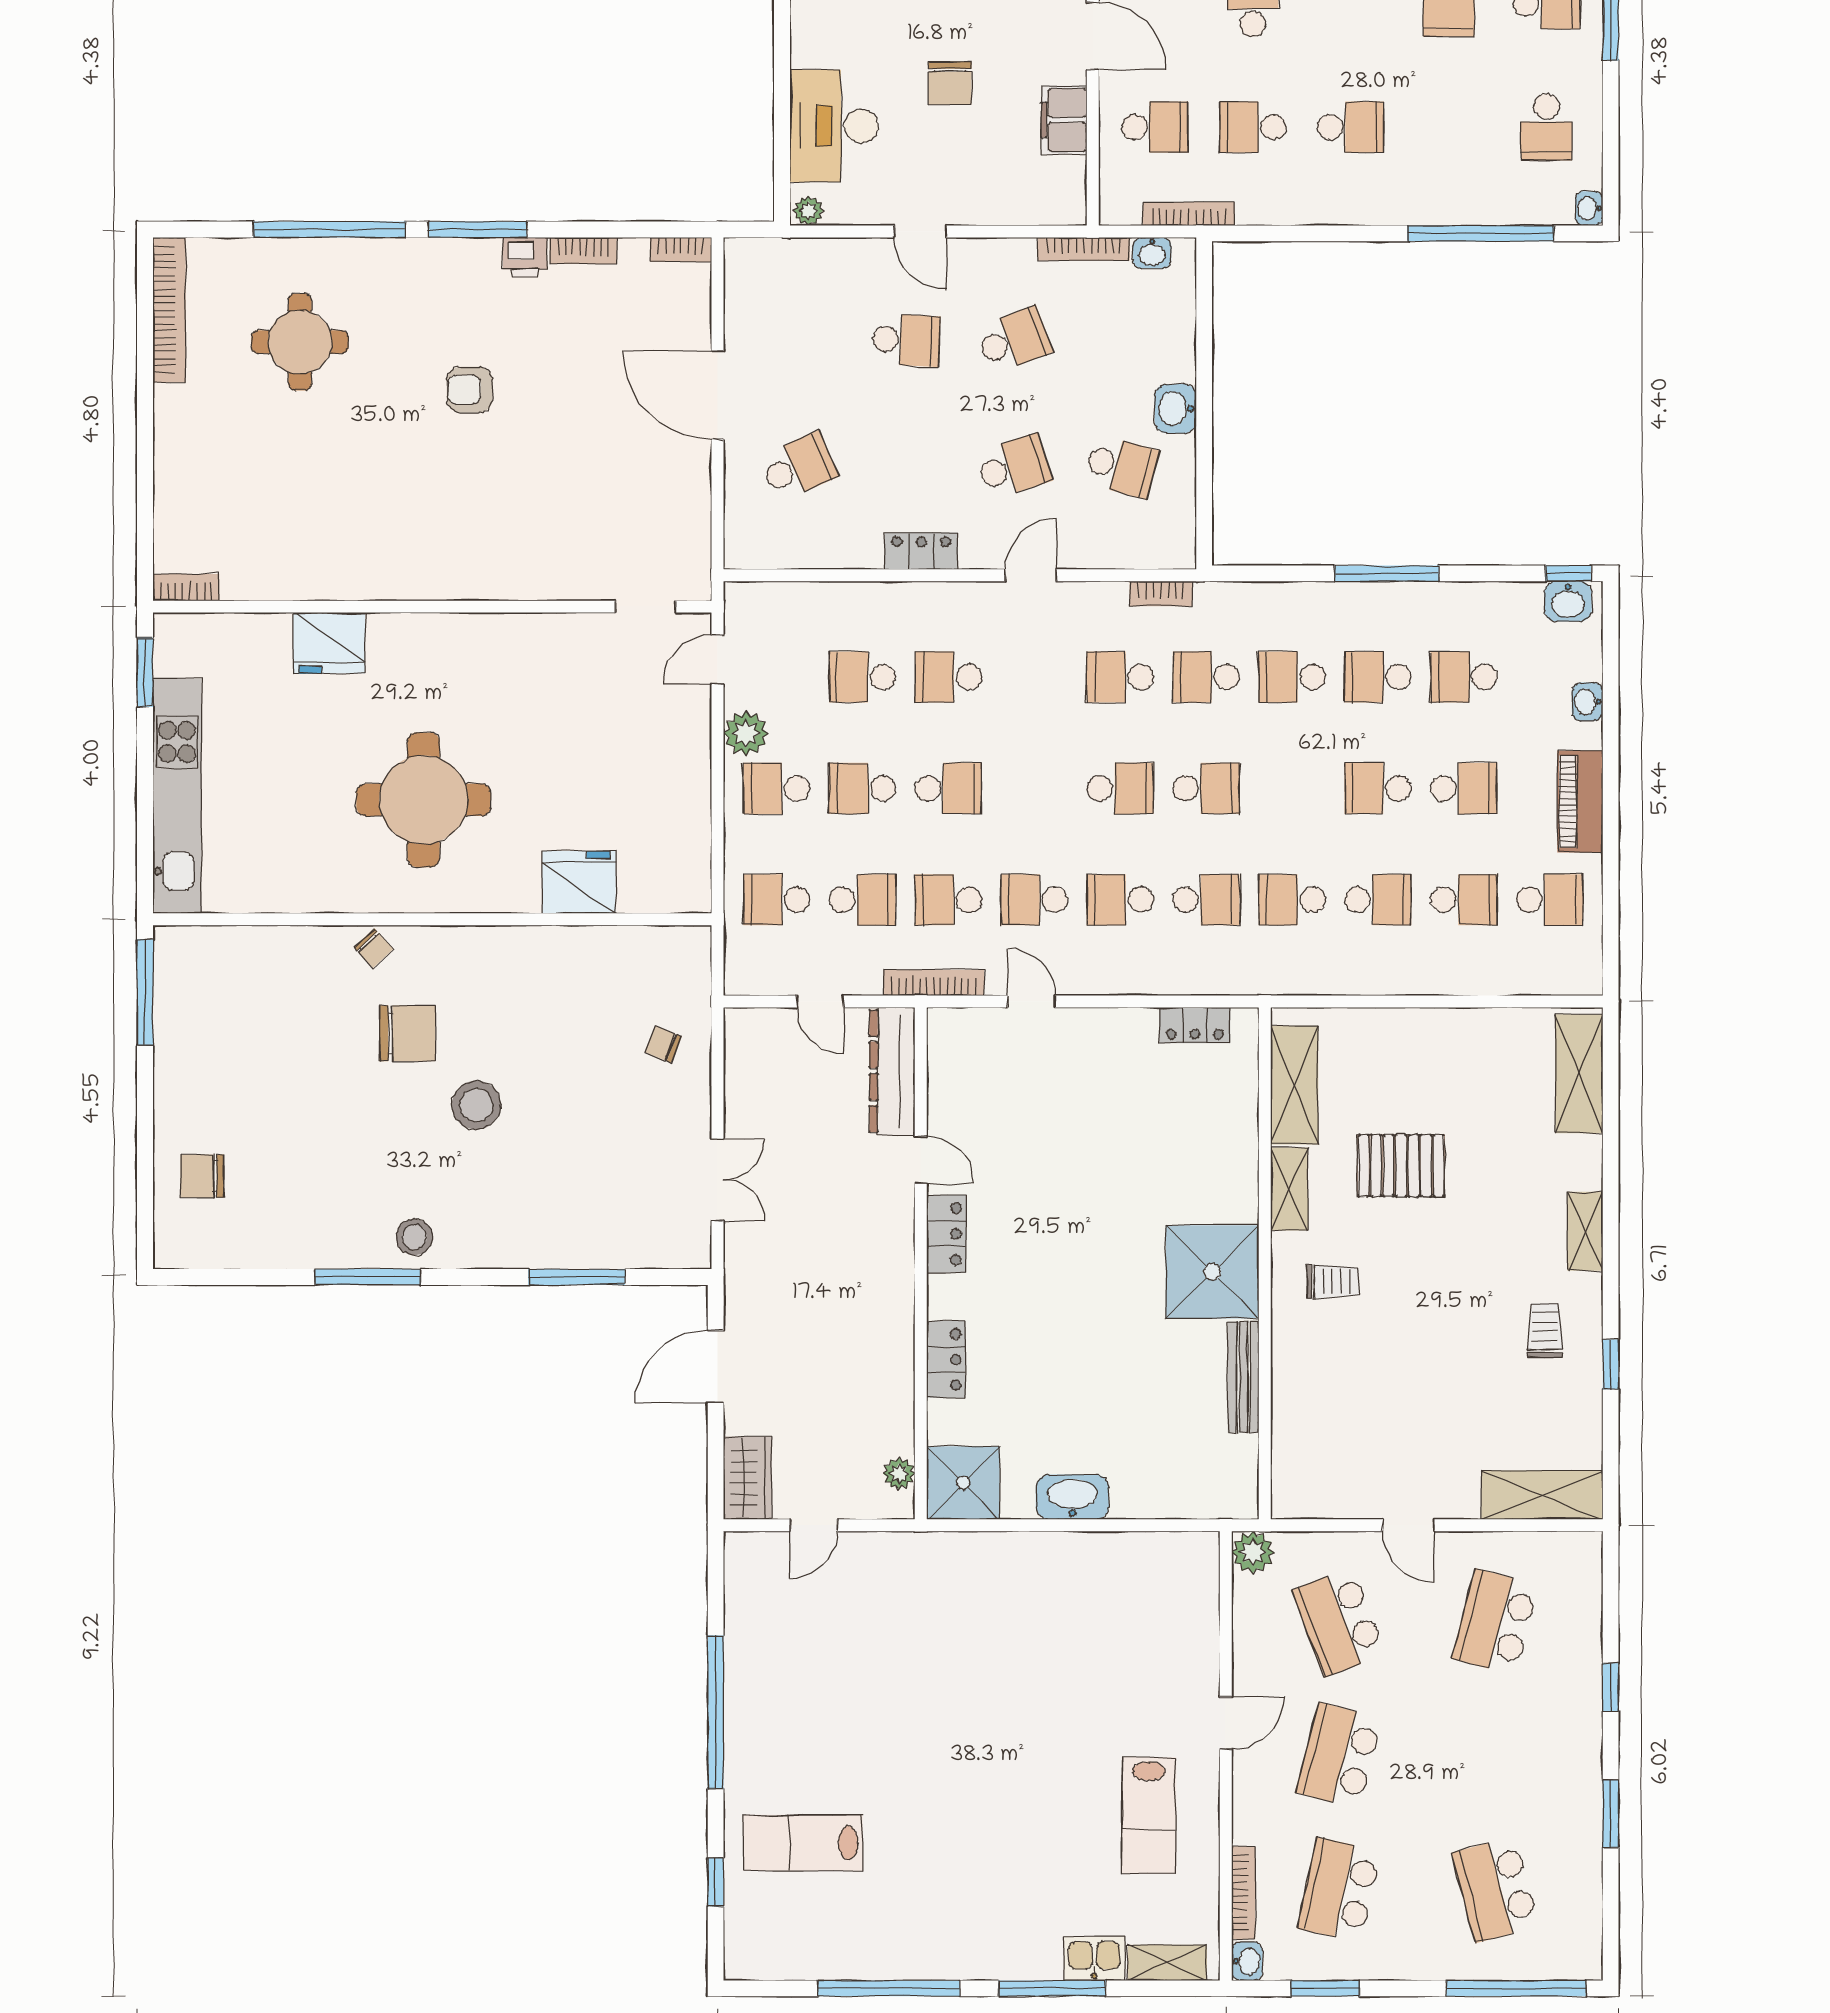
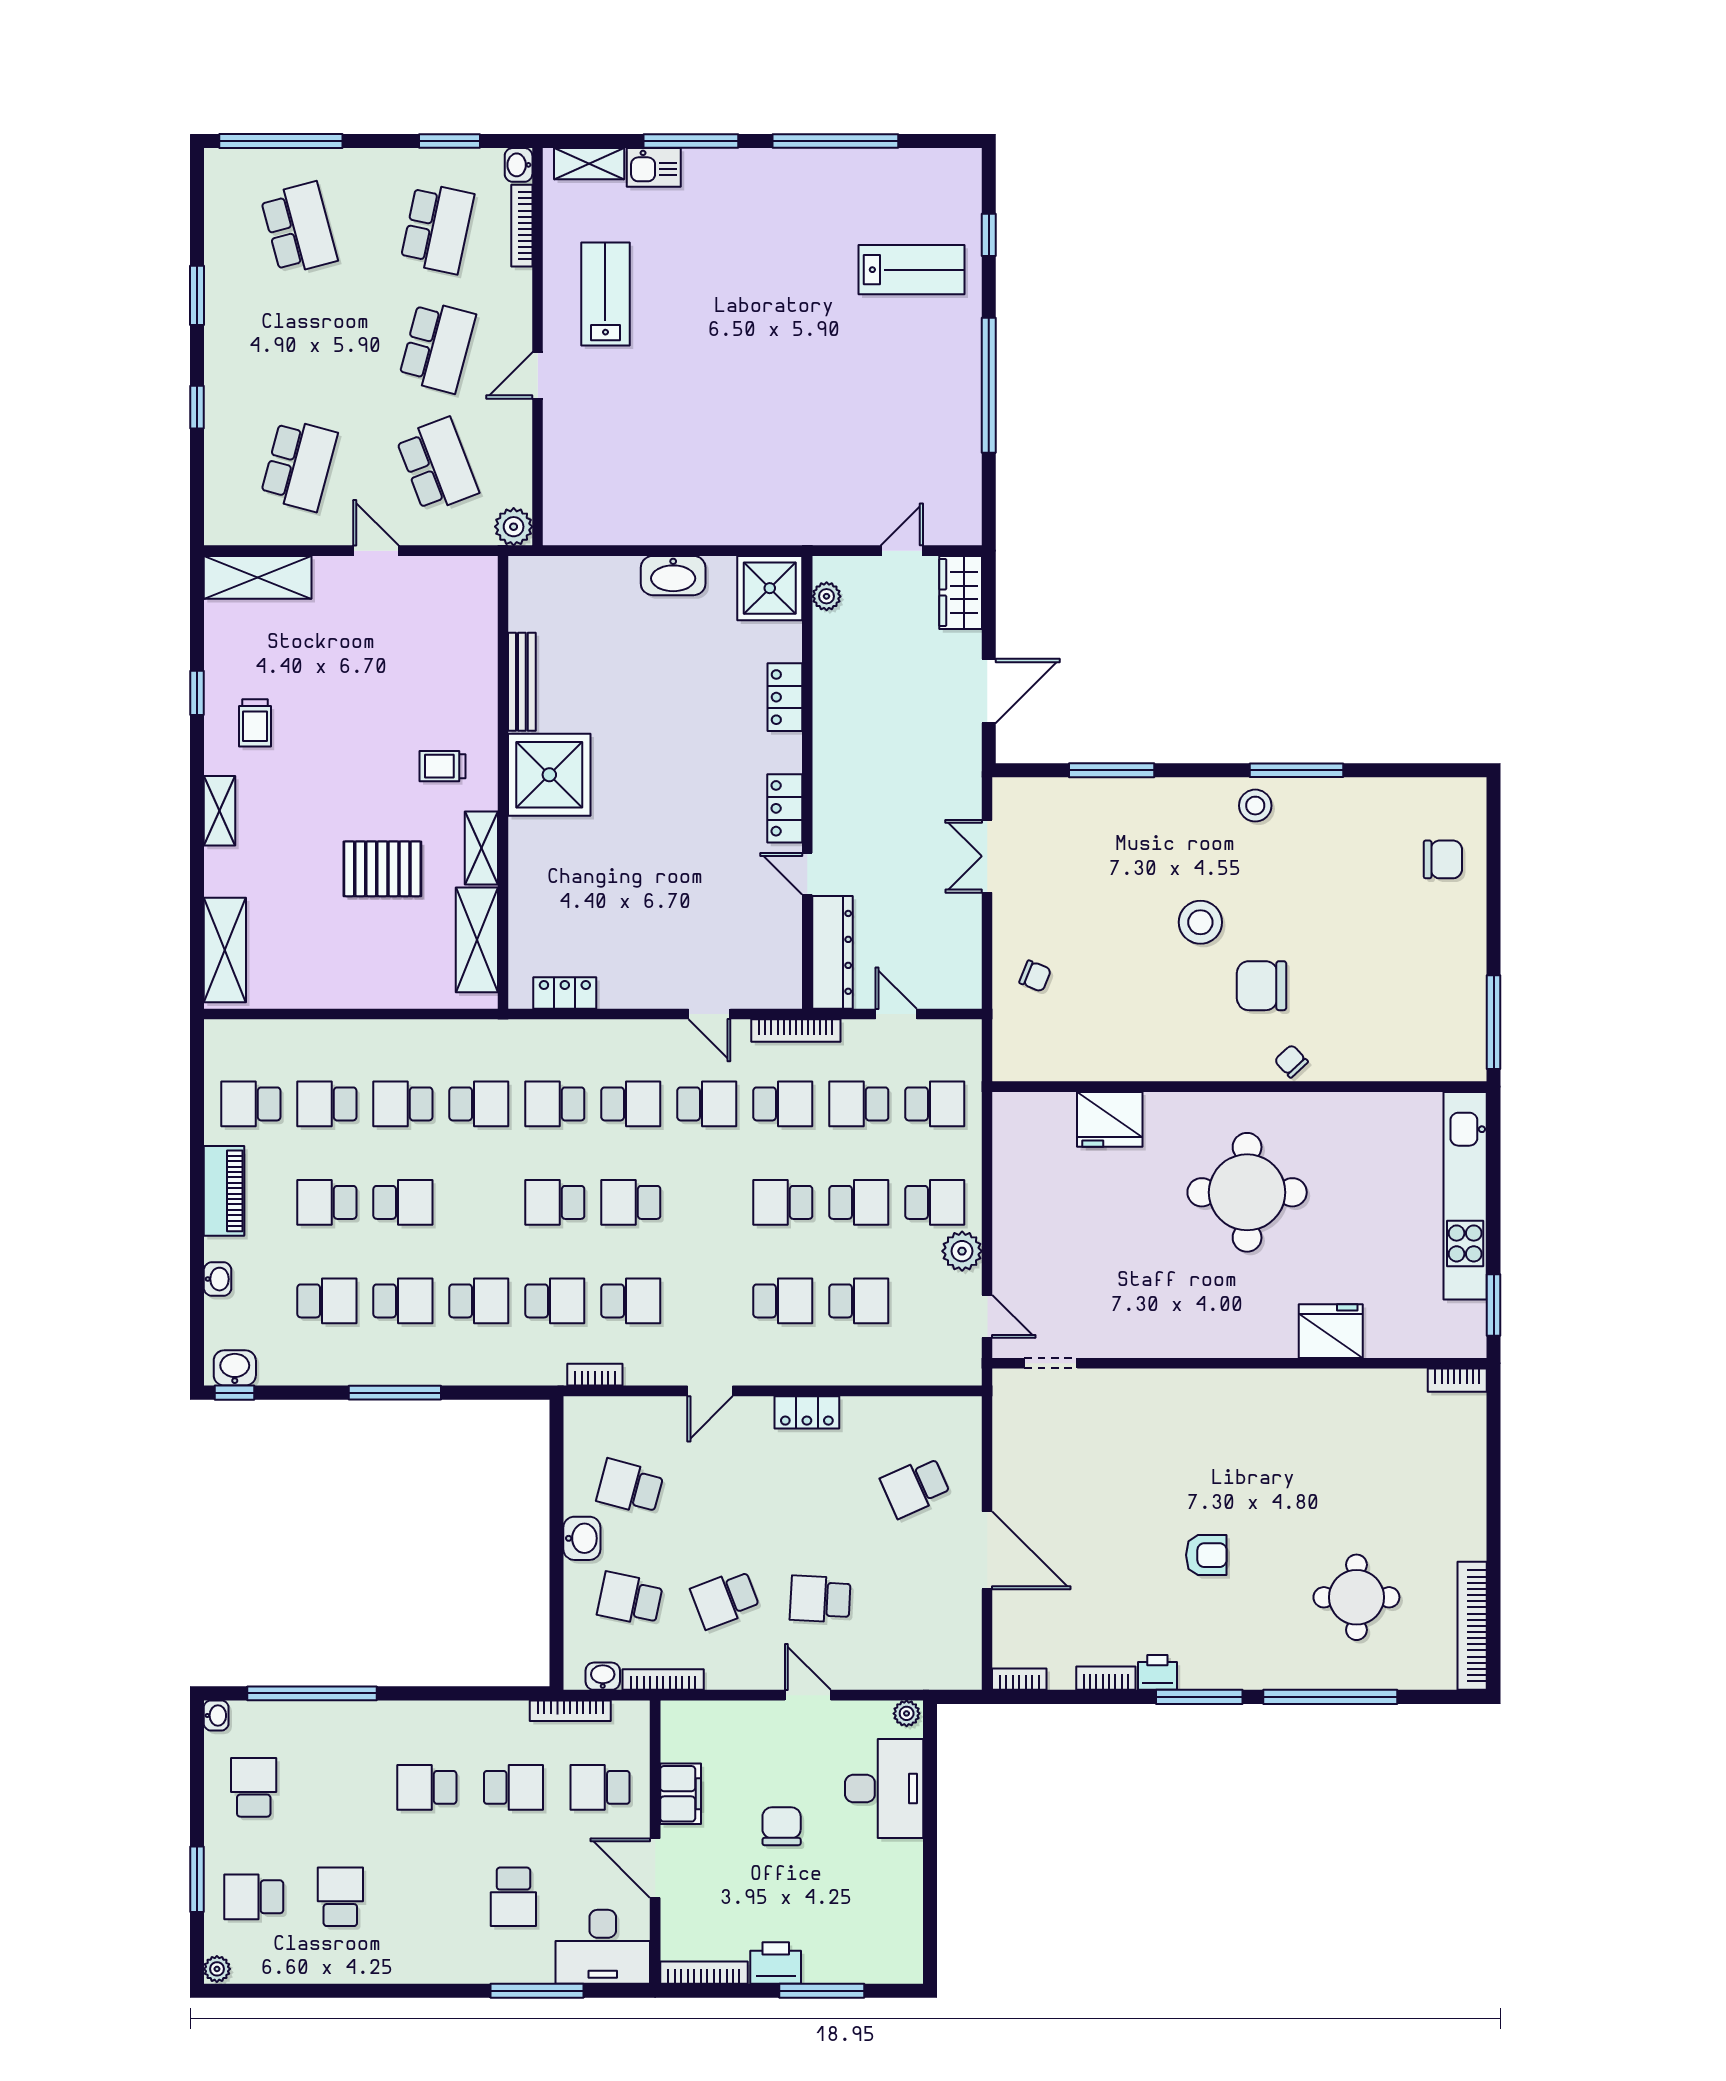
school desk: (1014, 467) -> (630, 1599), moved, turned 30
door: (718, 660) -> (987, 1316), hinge flipped

